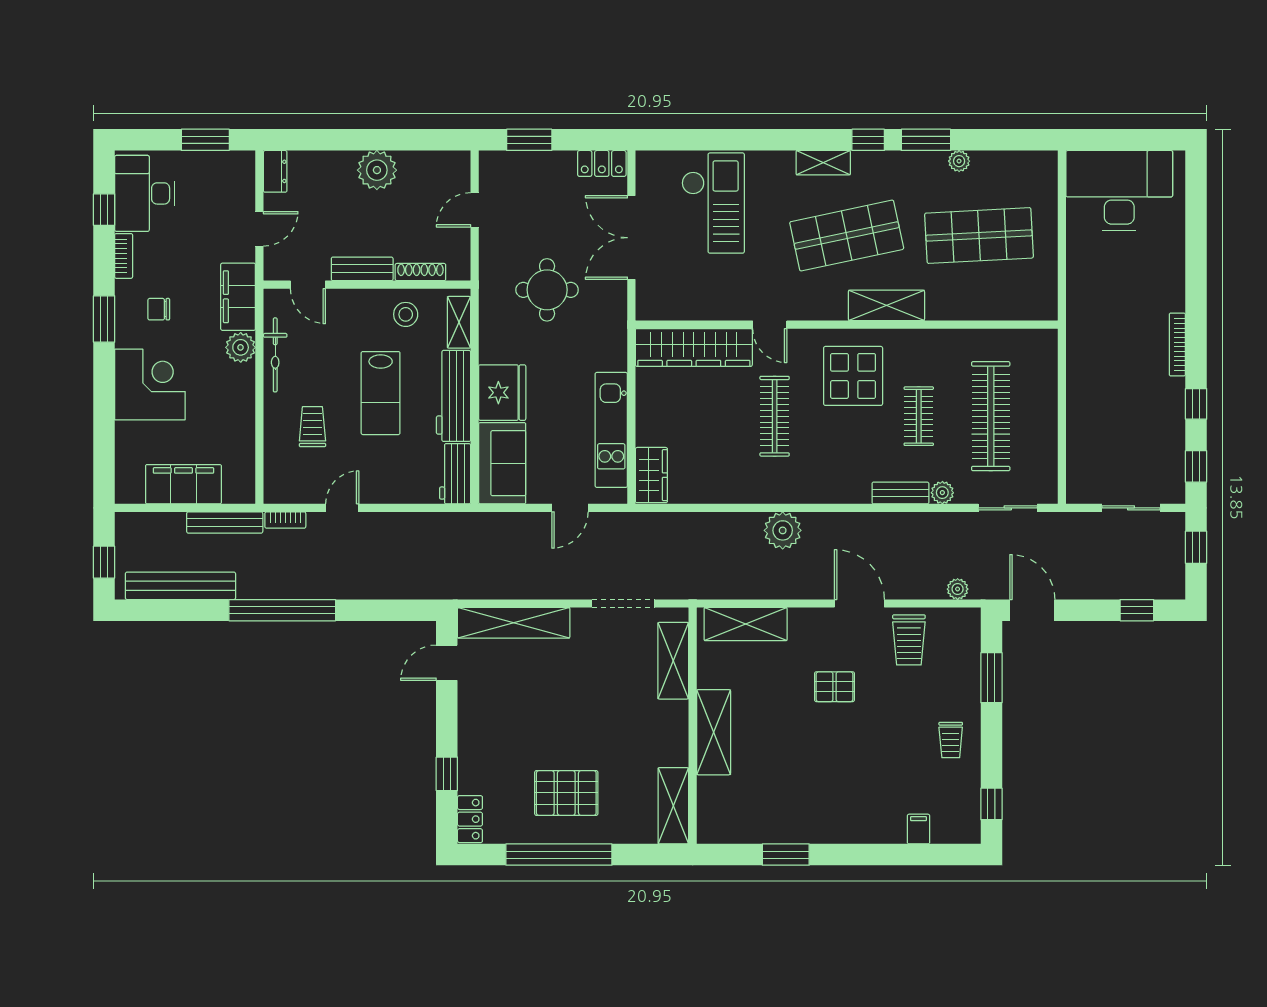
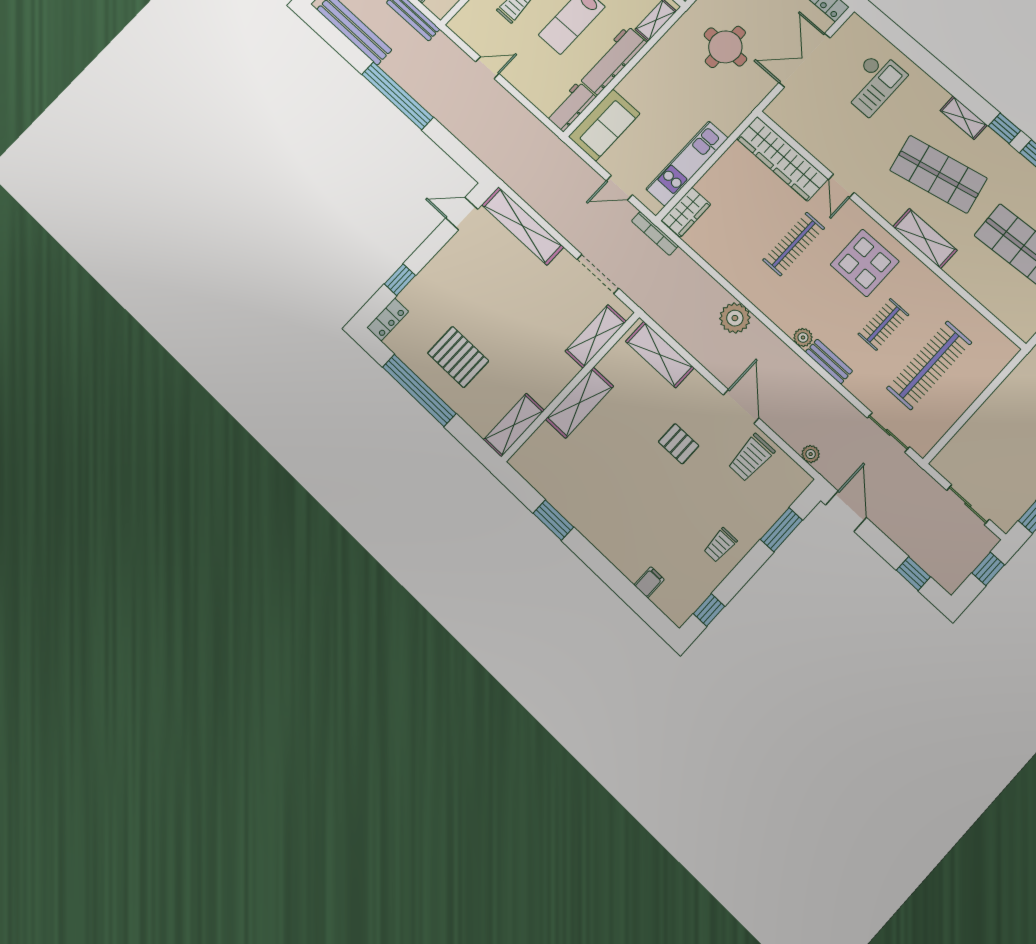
checkout: (713, 203) -> (873, 83), width x0.73, depth x0.83
fridge: (502, 393) -> (643, 84), removed
plant: (942, 493) -> (803, 338), moved
bookcase: (285, 520) -> (655, 233), moved, width x1.56

